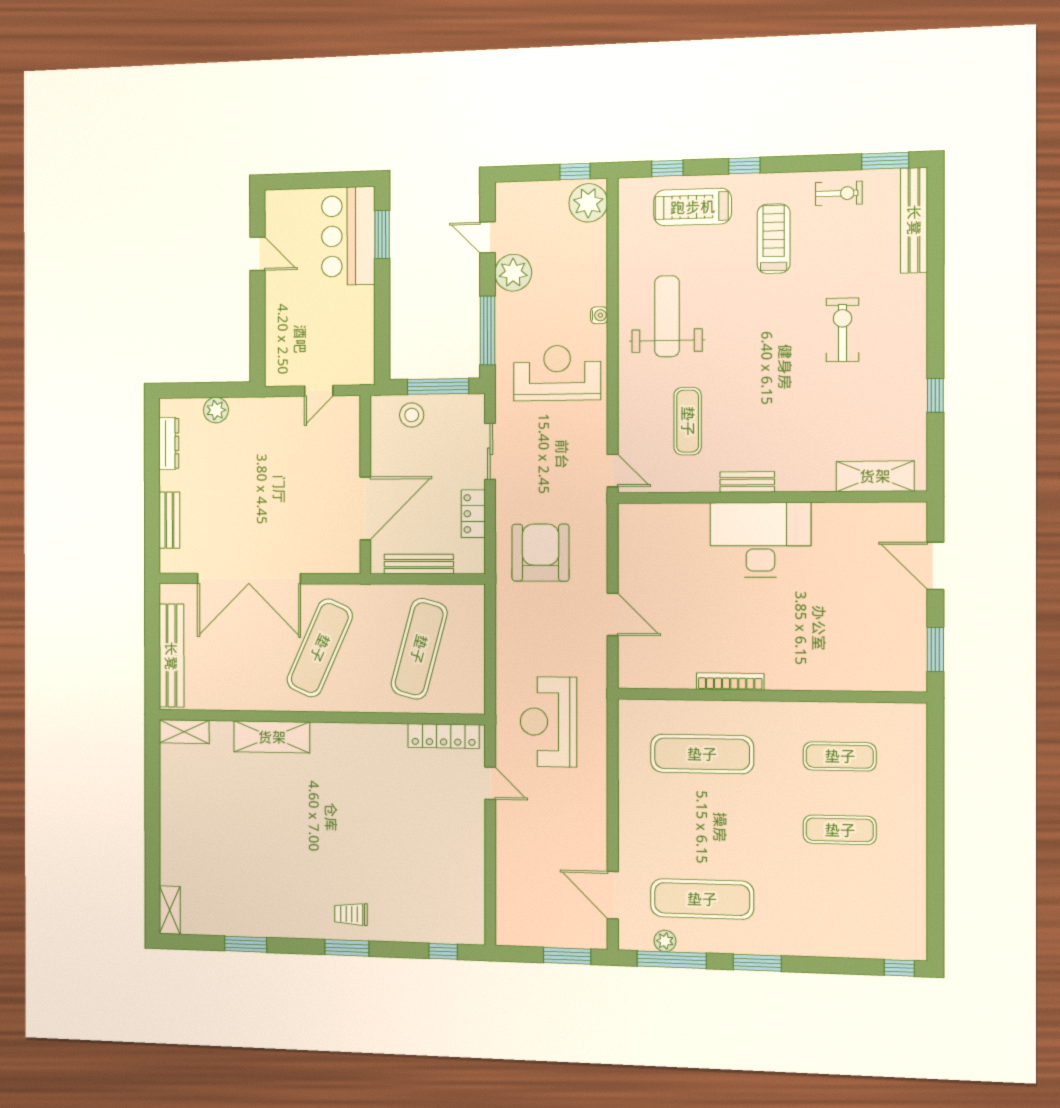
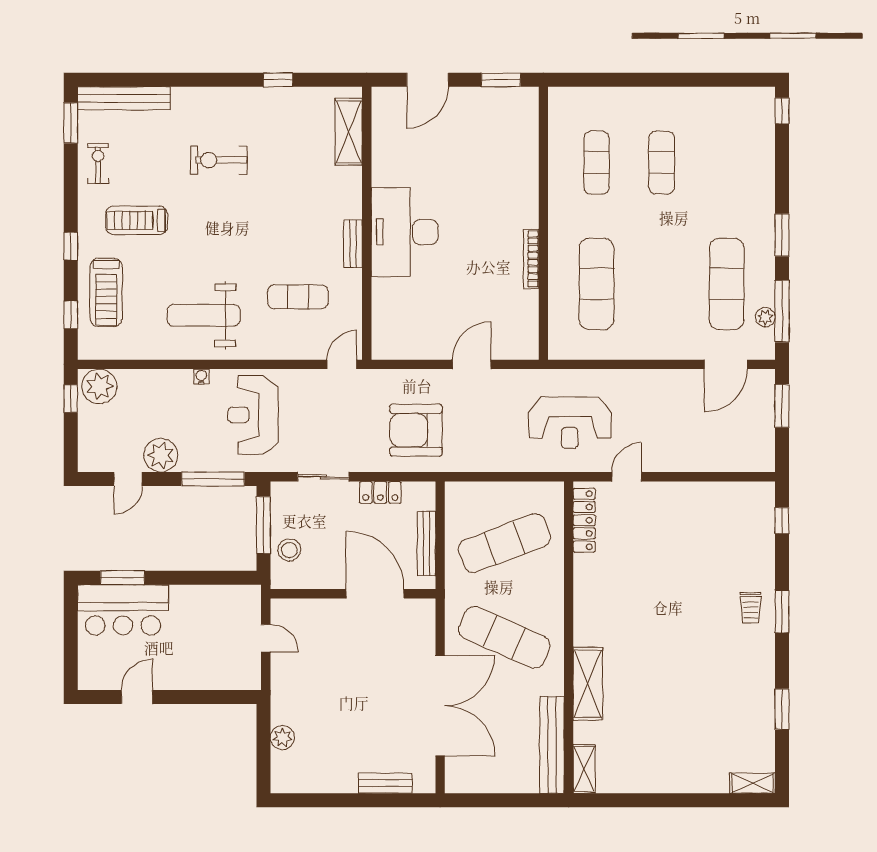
dresser: (169, 443) -> (313, 784), removed
exercise mat: (419, 649) -> (504, 543), turned -36
bench: (171, 656) -> (552, 745), moved, turned 90

